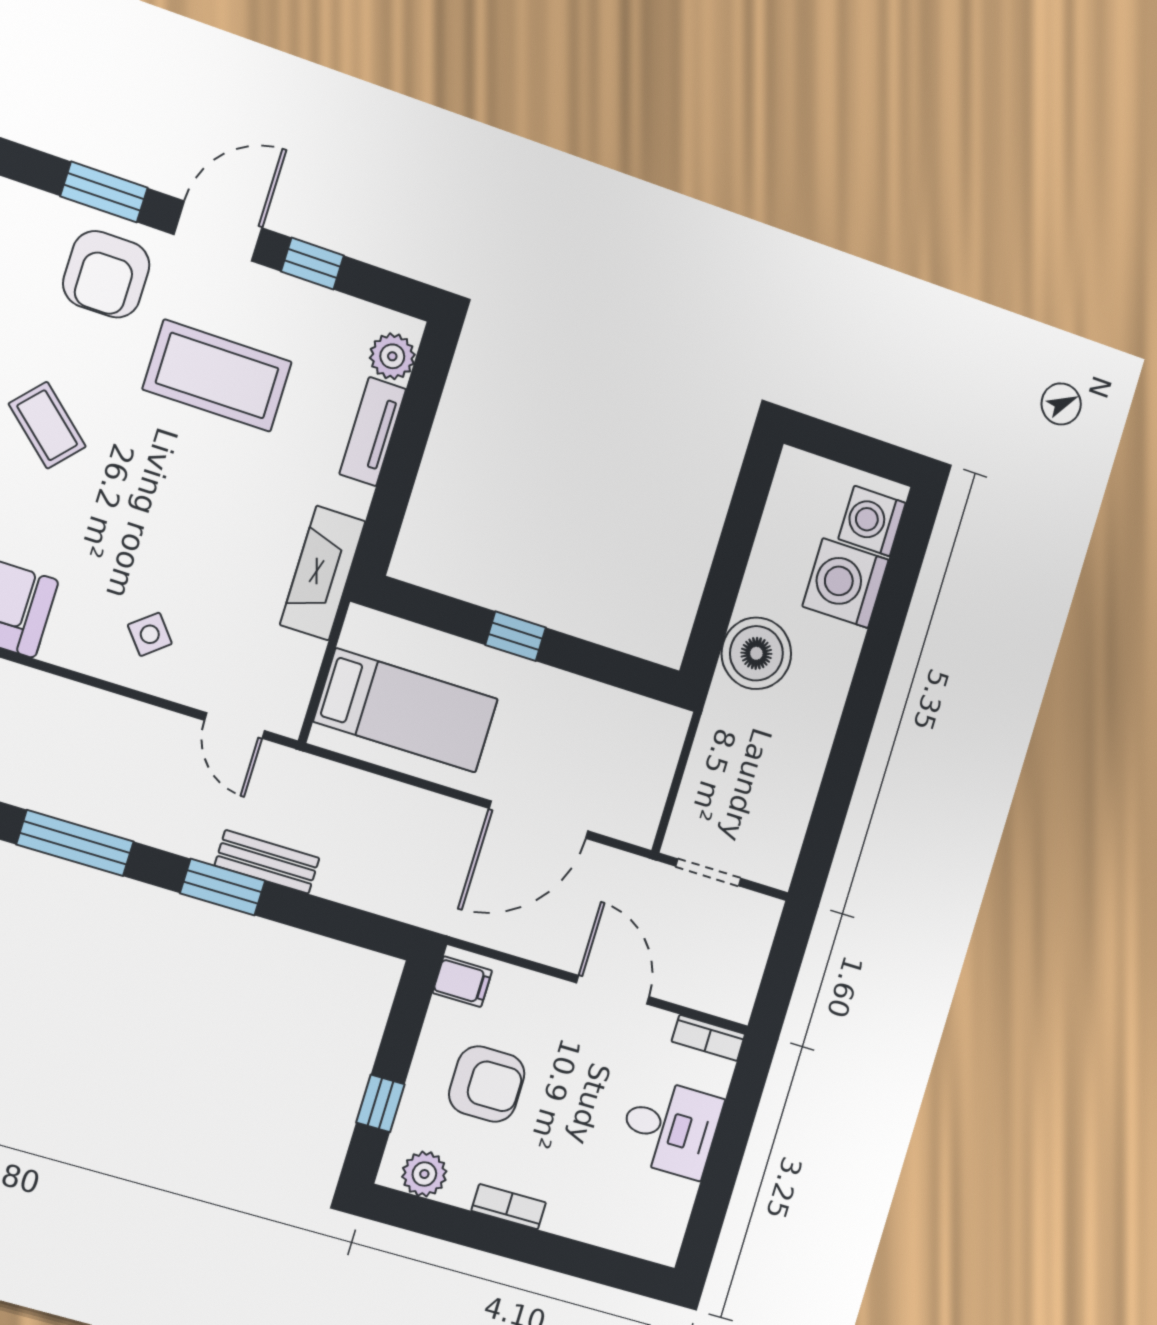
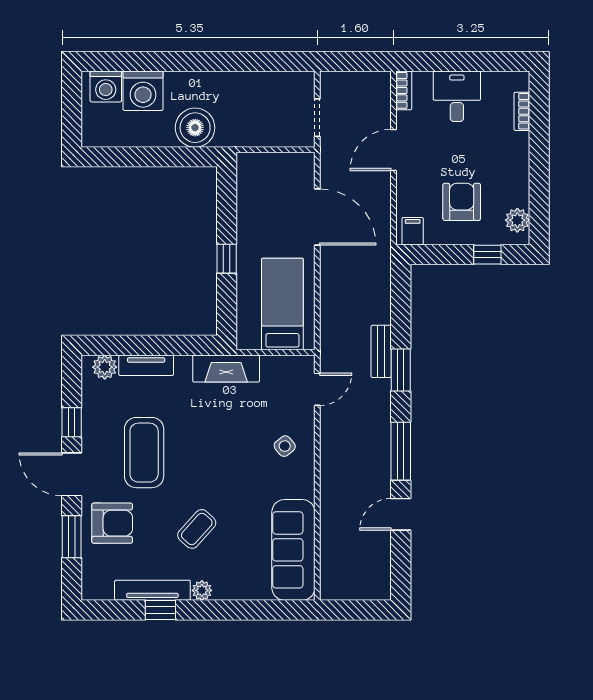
bookcase: (509, 1207) -> (522, 111), moved

